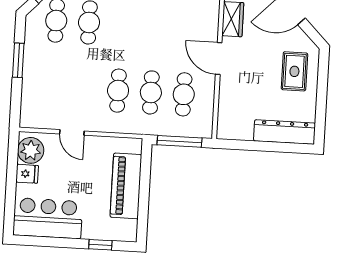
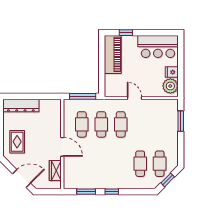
window: (18, 60) -> (181, 121), moved
door: (72, 132) -> (134, 98), moved
piano: (126, 186) -> (113, 54), moved

